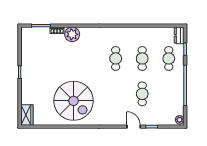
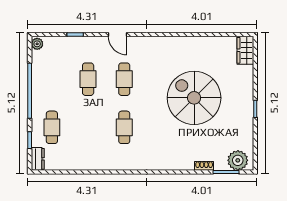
plant: (72, 34) -> (238, 160), moved
cafe table: (142, 58) -> (124, 79), moved
spiral stairs: (74, 101) -> (194, 98), moved
door: (134, 127) -> (118, 34), moved

